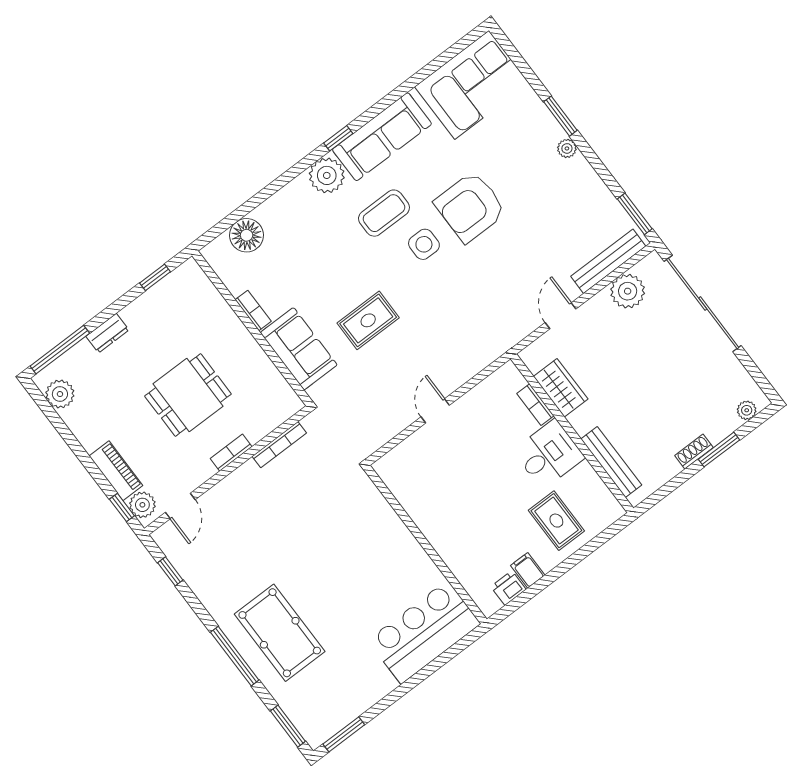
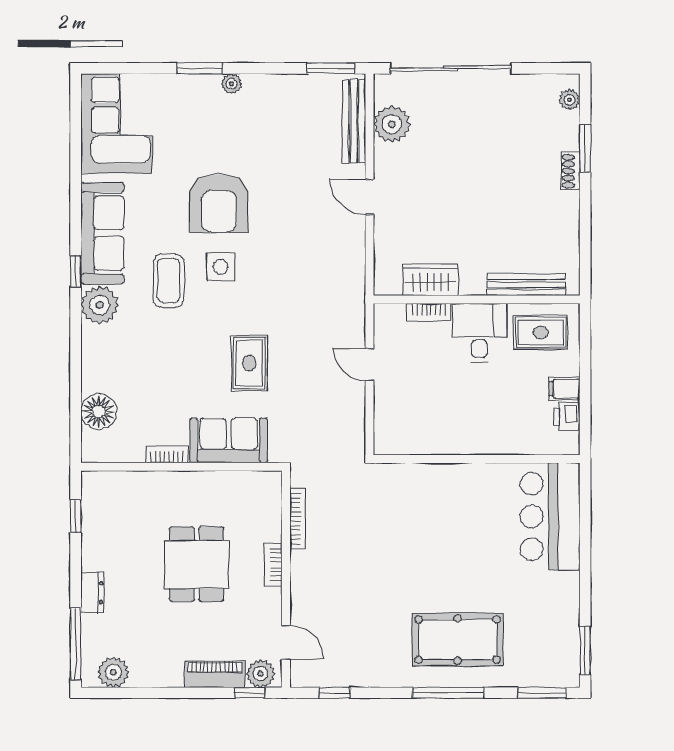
wardrobe: (561, 388) -> (431, 280), moved
bookcase: (535, 405) -> (429, 312), moved
wall: (572, 433) -> (477, 300), moved
desk: (549, 454) -> (479, 333), moved
bench: (611, 462) -> (526, 285), moved

